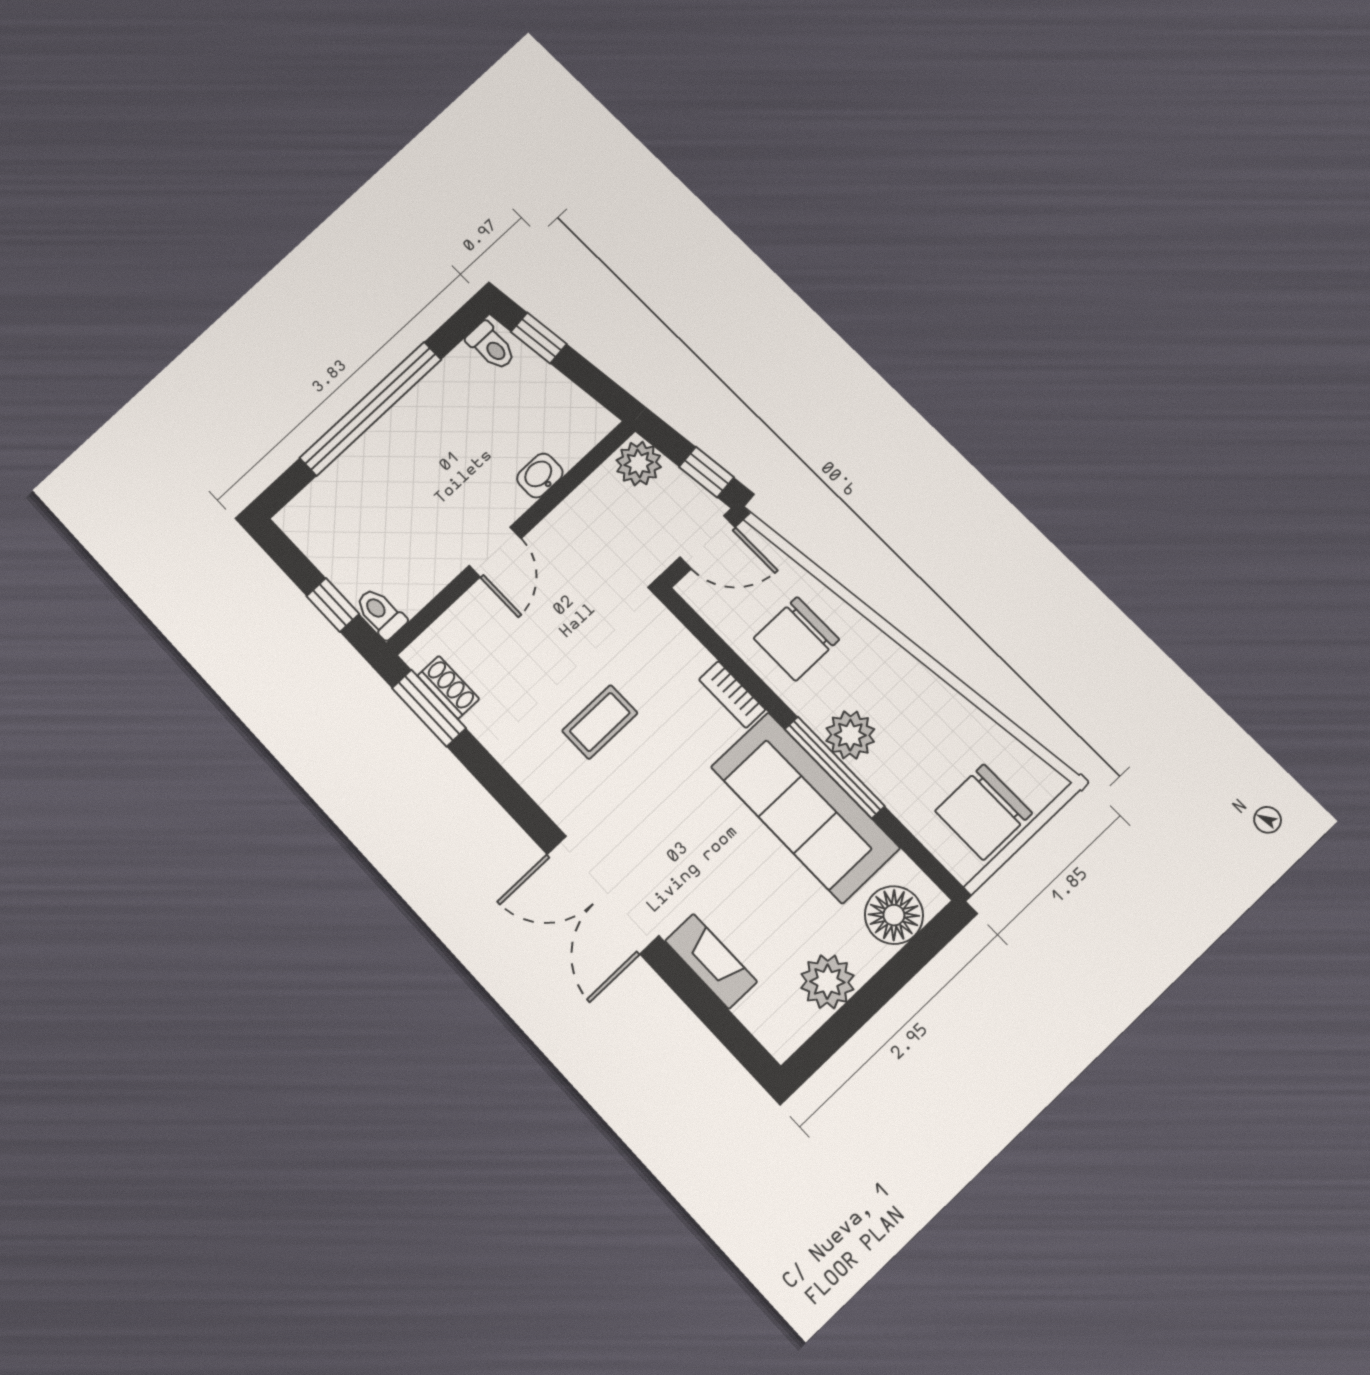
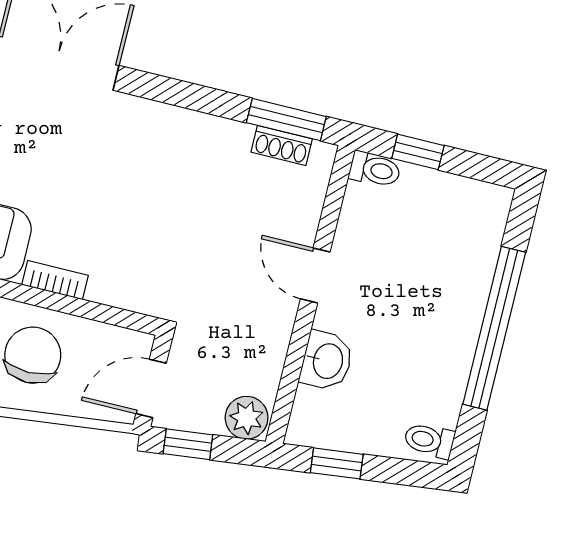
window: (539, 338) -> (337, 463), moved
washbasin: (540, 476) -> (327, 361), width x1.38, depth x1.45
coffee table: (600, 722) -> (144, 194), removed

